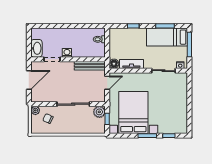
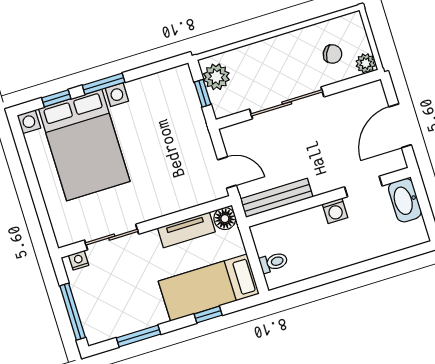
bed: (167, 37) -> (209, 288), moved, turned 180
door: (107, 83) -> (227, 173), swing flipped
plant: (99, 112) -> (216, 77), moved
bed with nightstands: (133, 112) -> (84, 145), moved

